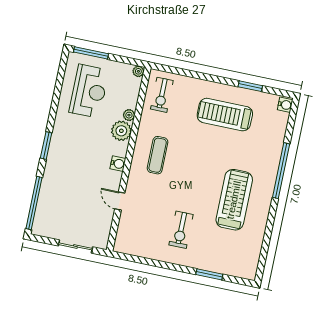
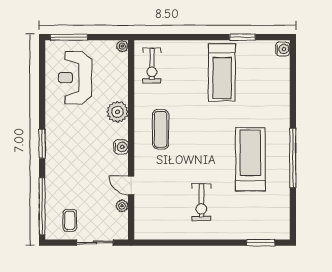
reception desk: (89, 91) -> (75, 78), turned 180
plant: (129, 115) -> (122, 206), moved
treadmill: (225, 115) -> (222, 72), turned -90
window: (281, 171) -> (293, 158), moved
coffee table: (57, 221) -> (70, 220), added
window: (209, 274) -> (261, 243), moved

